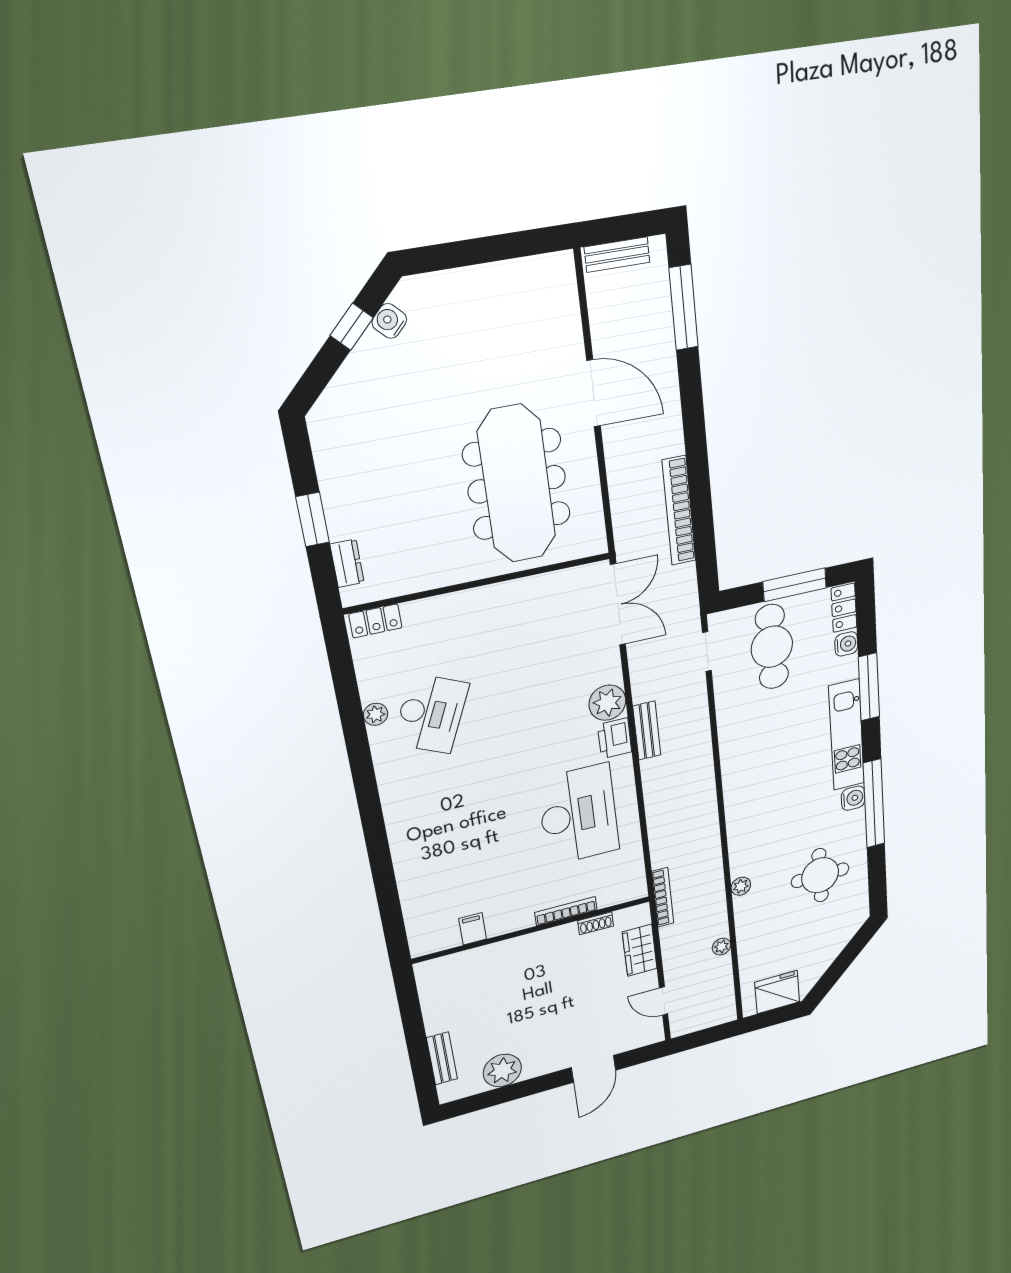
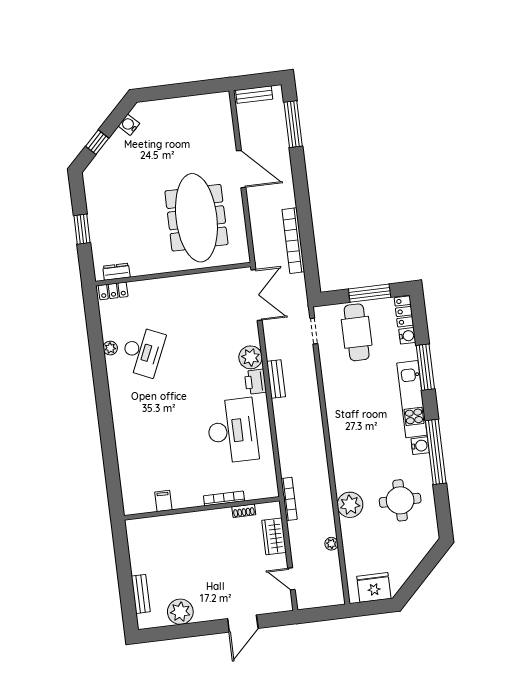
window: (352, 327) -> (97, 142), moved
dresser: (347, 563) -> (116, 272), moved, turned -90
plant: (741, 886) -> (350, 505), width x1.88, depth x1.88

